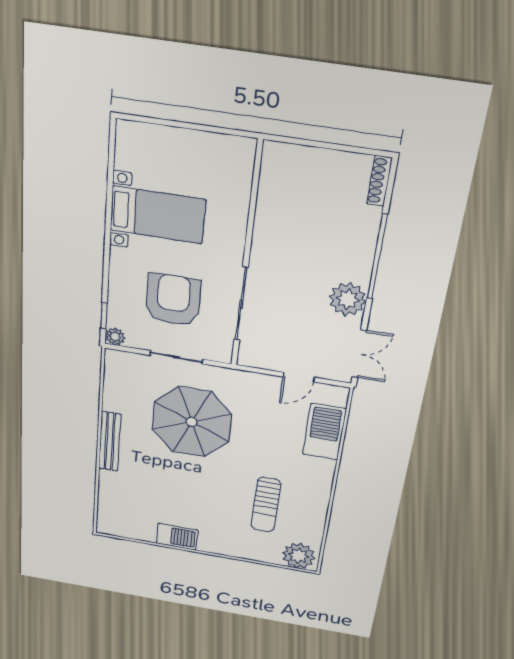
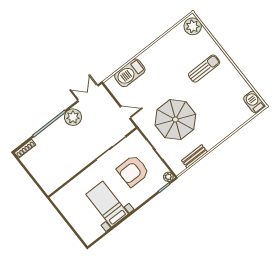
door: (299, 377) -> (125, 112), moved
bench: (110, 441) -> (194, 156), moved, width x0.73
sun lounger: (266, 505) -> (204, 69), moved
barbecue: (177, 537) -> (254, 102), moved

